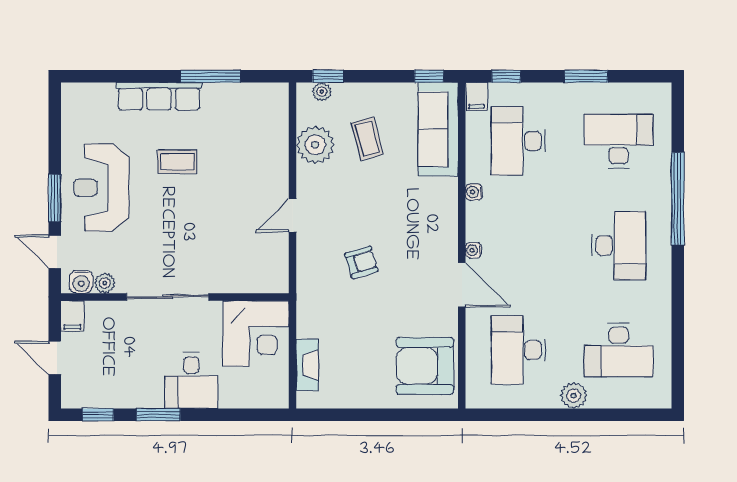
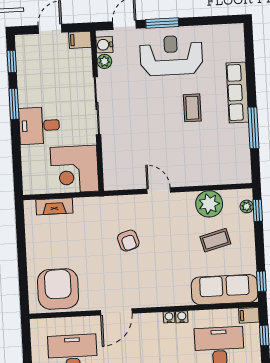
water cooler: (473, 250) -> (169, 317), moved

